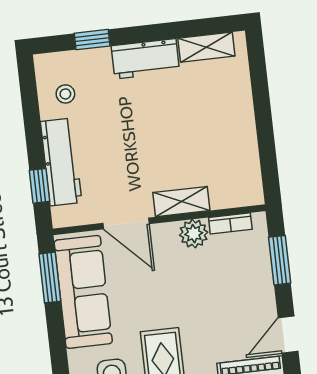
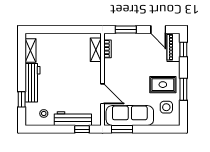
workbench: (145, 59) -> (33, 83), width x1.38
shelving: (181, 202) -> (96, 50), moved
door: (126, 224) -> (103, 94), hinge flipped
plant: (194, 234) -> (110, 65), removed

